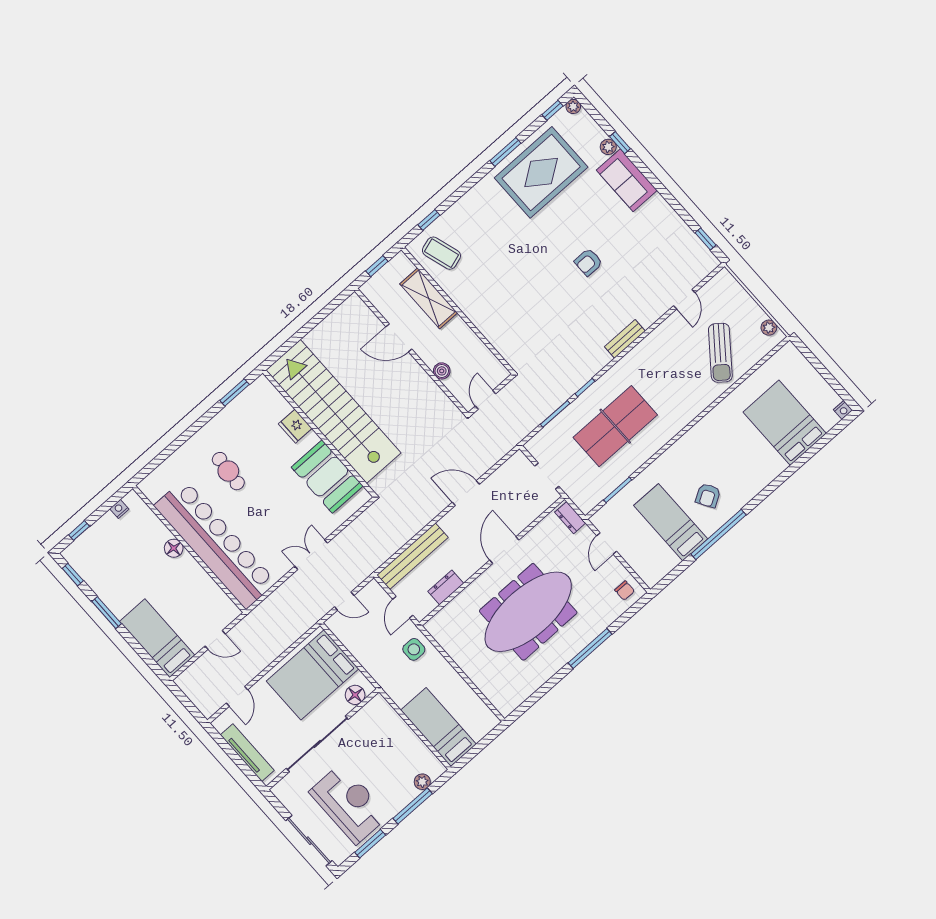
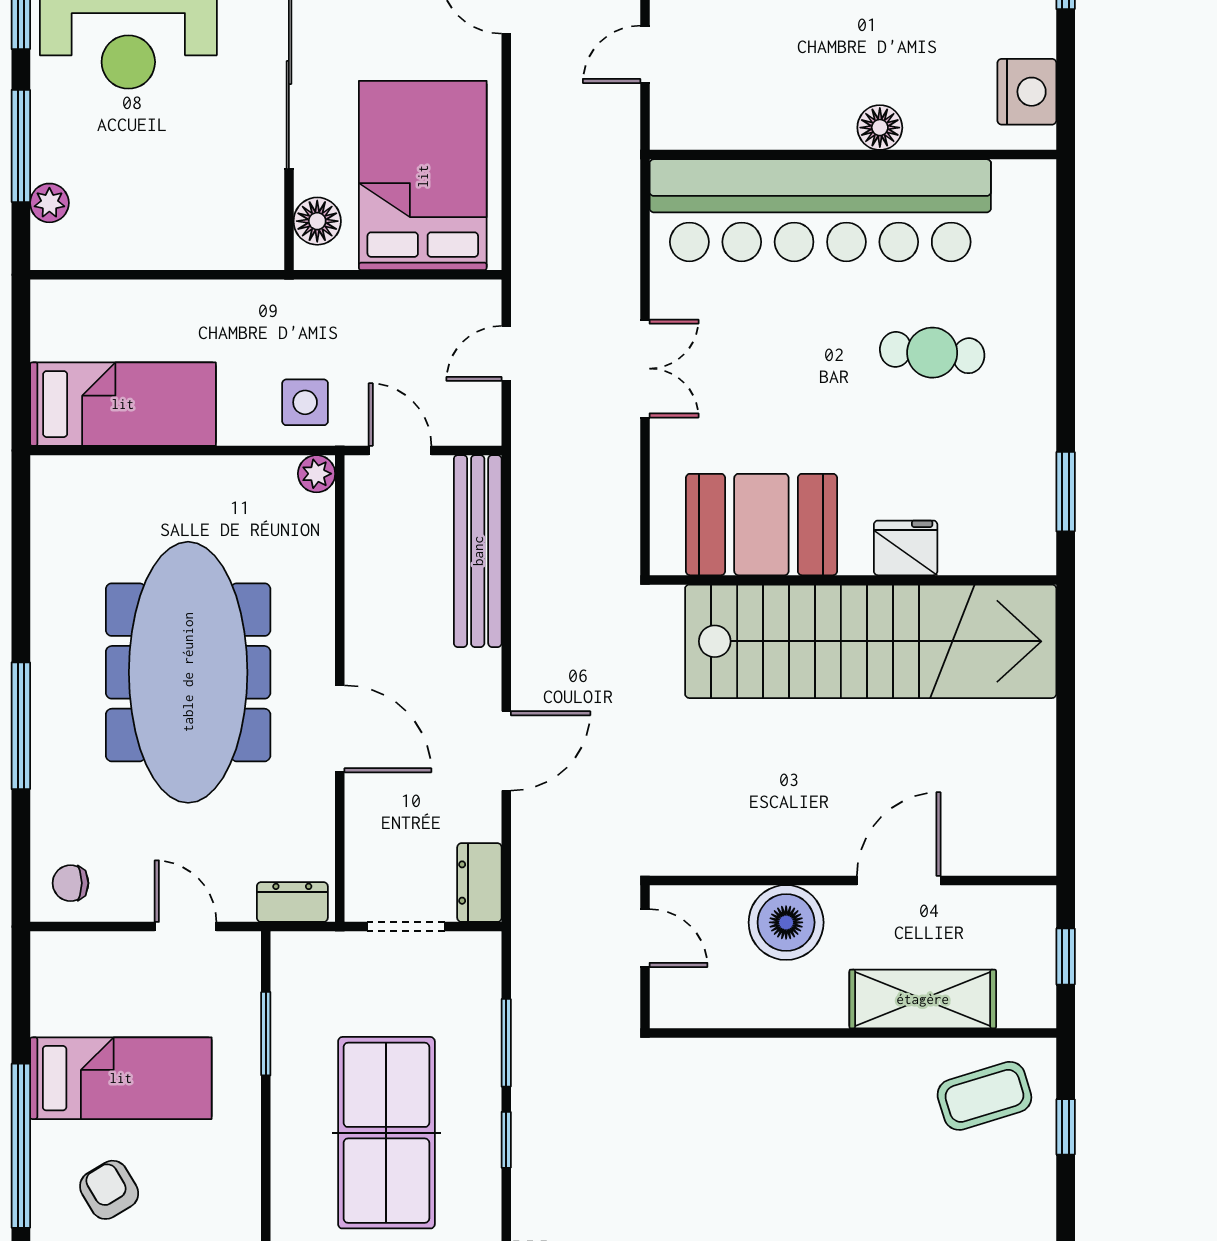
boiler: (442, 371) -> (786, 922), width x1.86, depth x1.86
nightstand: (119, 509) -> (1027, 92), width x1.89, depth x1.79
dresser: (446, 587) -> (479, 883), moved, turned 180
plant: (433, 626) -> (317, 474), added
bed: (438, 727) -> (123, 404), moved

